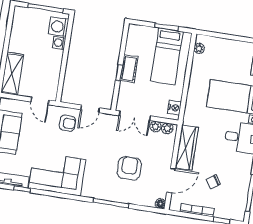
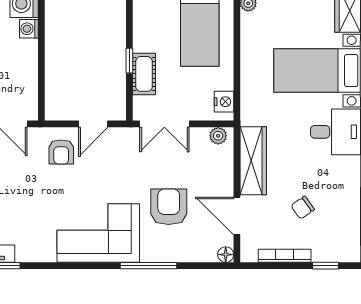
cot: (129, 69) -> (144, 74), moved
armchair: (67, 123) -> (61, 152), turned 90
plant: (156, 127) -> (199, 136), removed
corner sofa: (57, 174) -> (98, 233), moved
door: (171, 181) -> (237, 216), swing flipped

